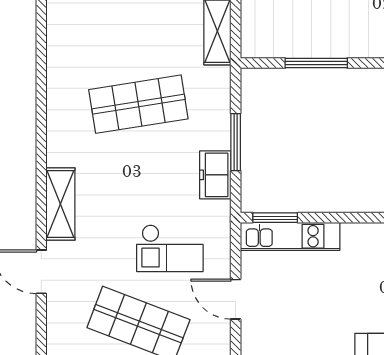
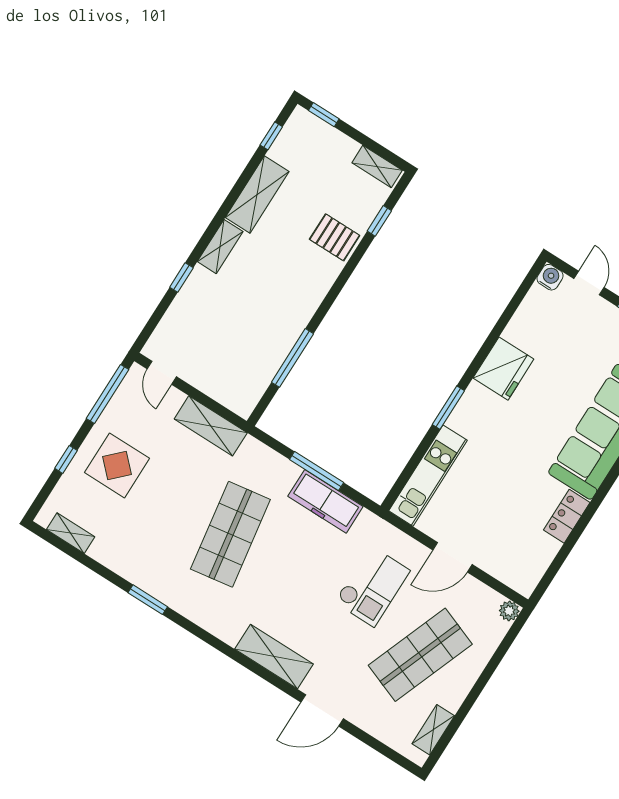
window: (41, 70) -> (148, 600), added
freezer: (215, 175) -> (325, 501), width x1.40
window: (275, 218) -> (448, 408), moved

